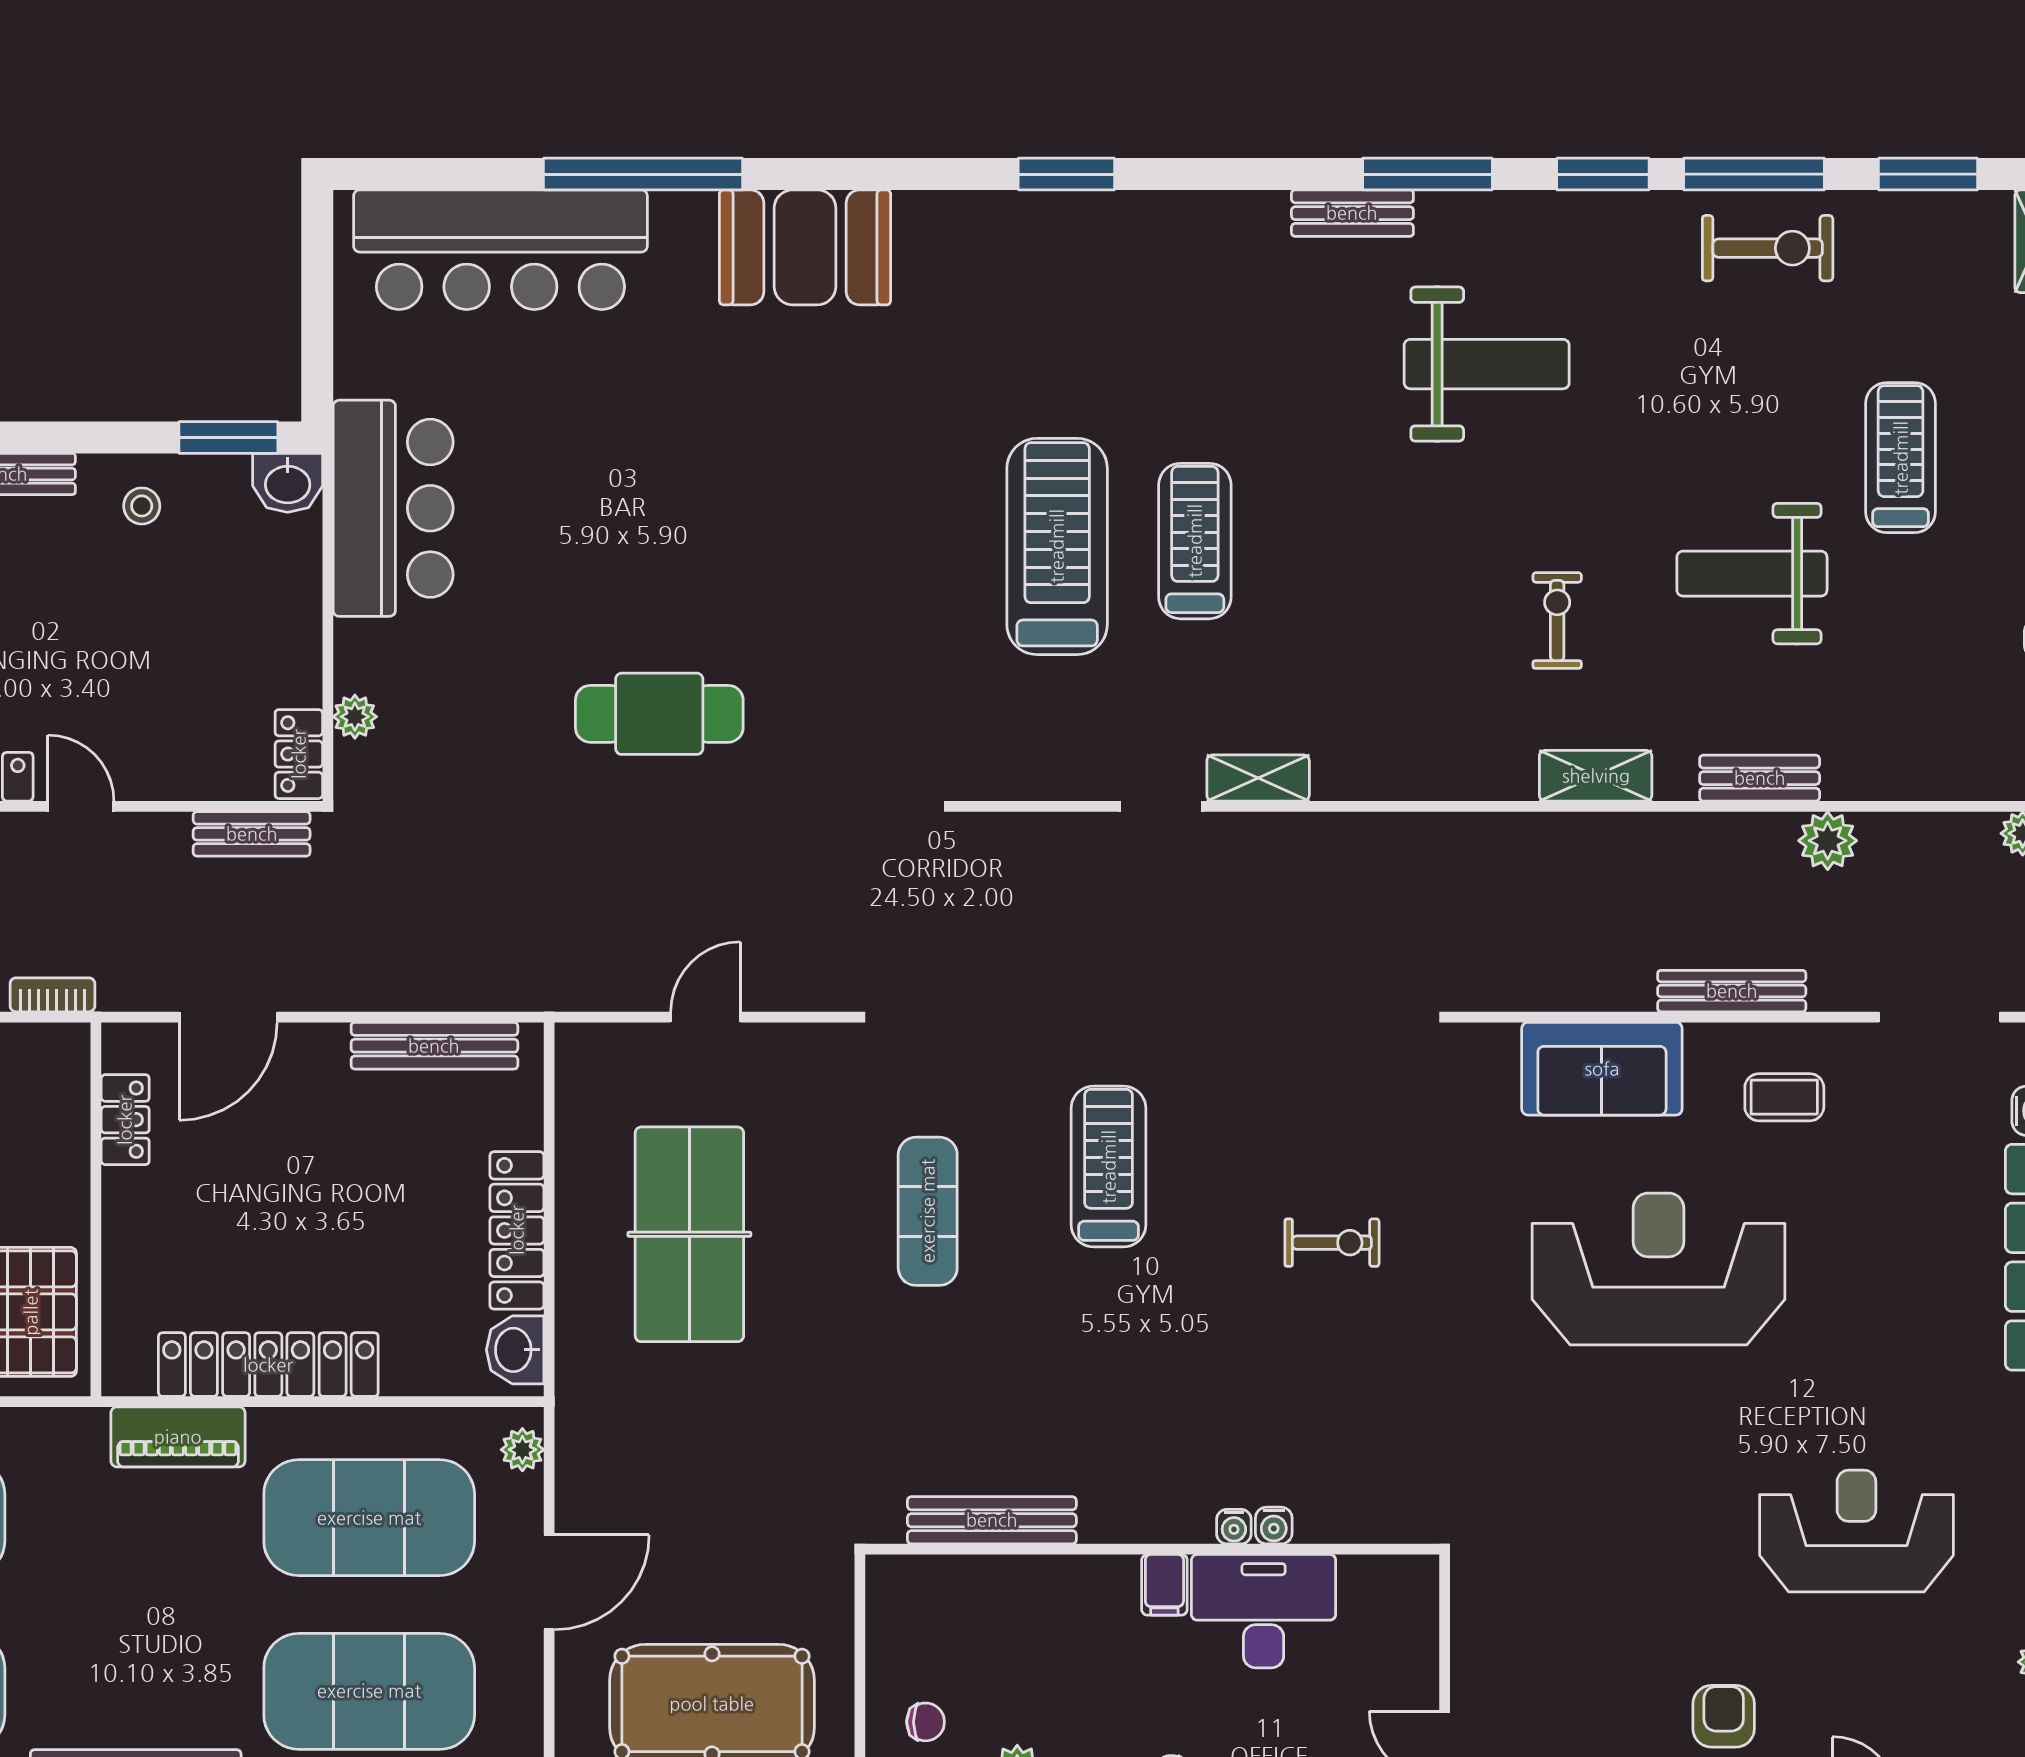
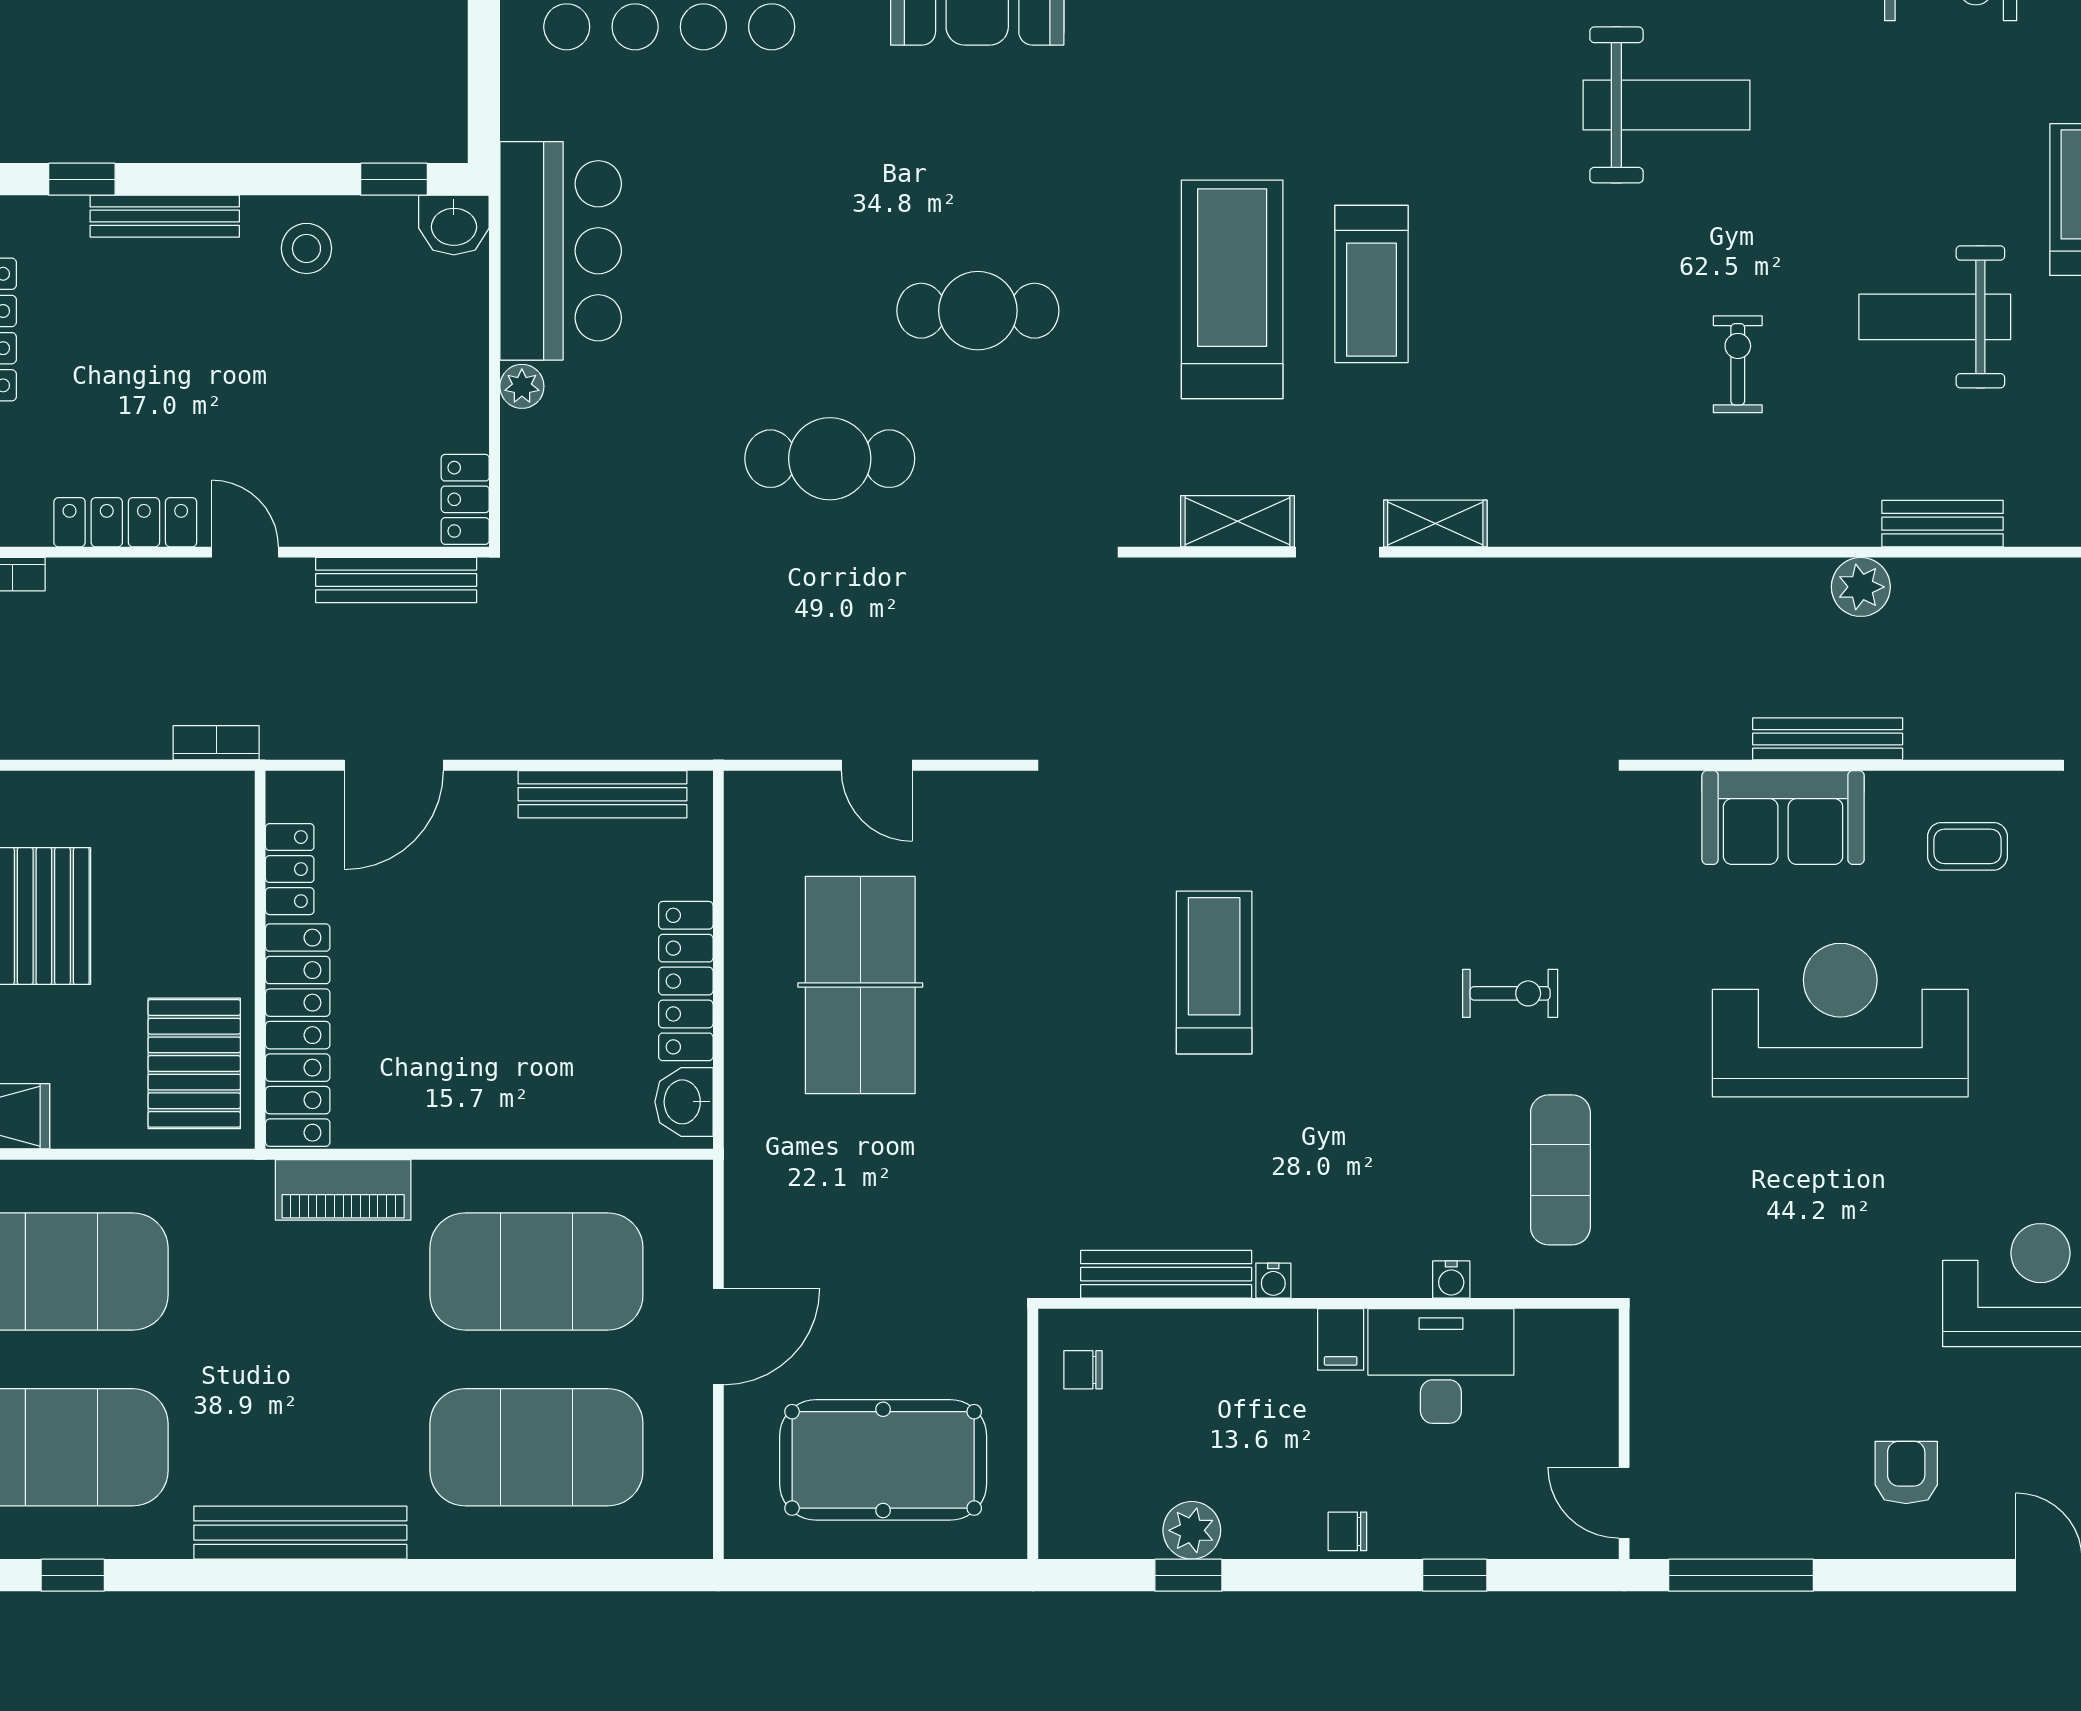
window: (228, 437) -> (394, 179), width x0.67
stool: (142, 506) -> (306, 248), width x1.37, depth x1.37
treadmill: (1195, 541) -> (1371, 284), turned 180
cafe table: (806, 567) -> (978, 311), added
plant: (355, 717) -> (522, 386), moved
shelving: (1596, 776) -> (1238, 521), moved
bench: (252, 834) -> (396, 580), width x1.36
plant: (1828, 841) -> (1861, 587), moved
bench: (1732, 991) -> (1828, 739), moved
door: (706, 1017) -> (877, 765), swing flipped
treadmill: (1109, 1167) -> (1214, 973), moved
exercise mat: (928, 1211) -> (1560, 1170), moved
locker: (268, 1365) -> (298, 1035), moved, turned 90
plant: (522, 1450) -> (691, 1203), removed
water cooler: (1234, 1527) -> (1273, 1281), moved
chair: (926, 1722) -> (1083, 1370), moved, turned 180

